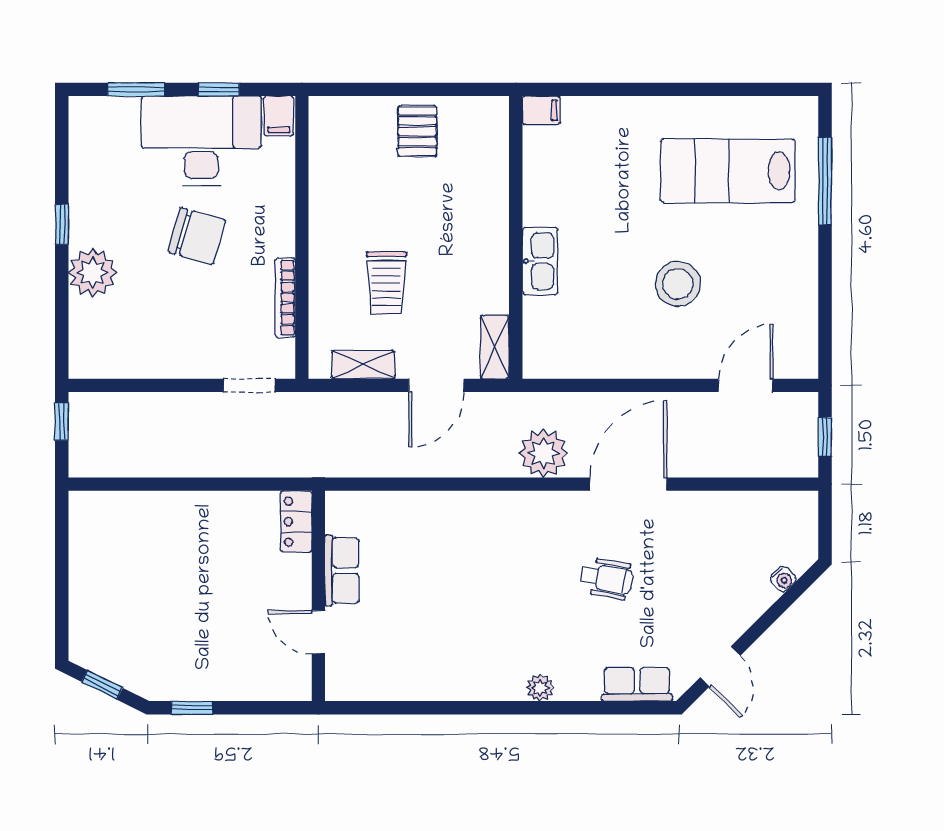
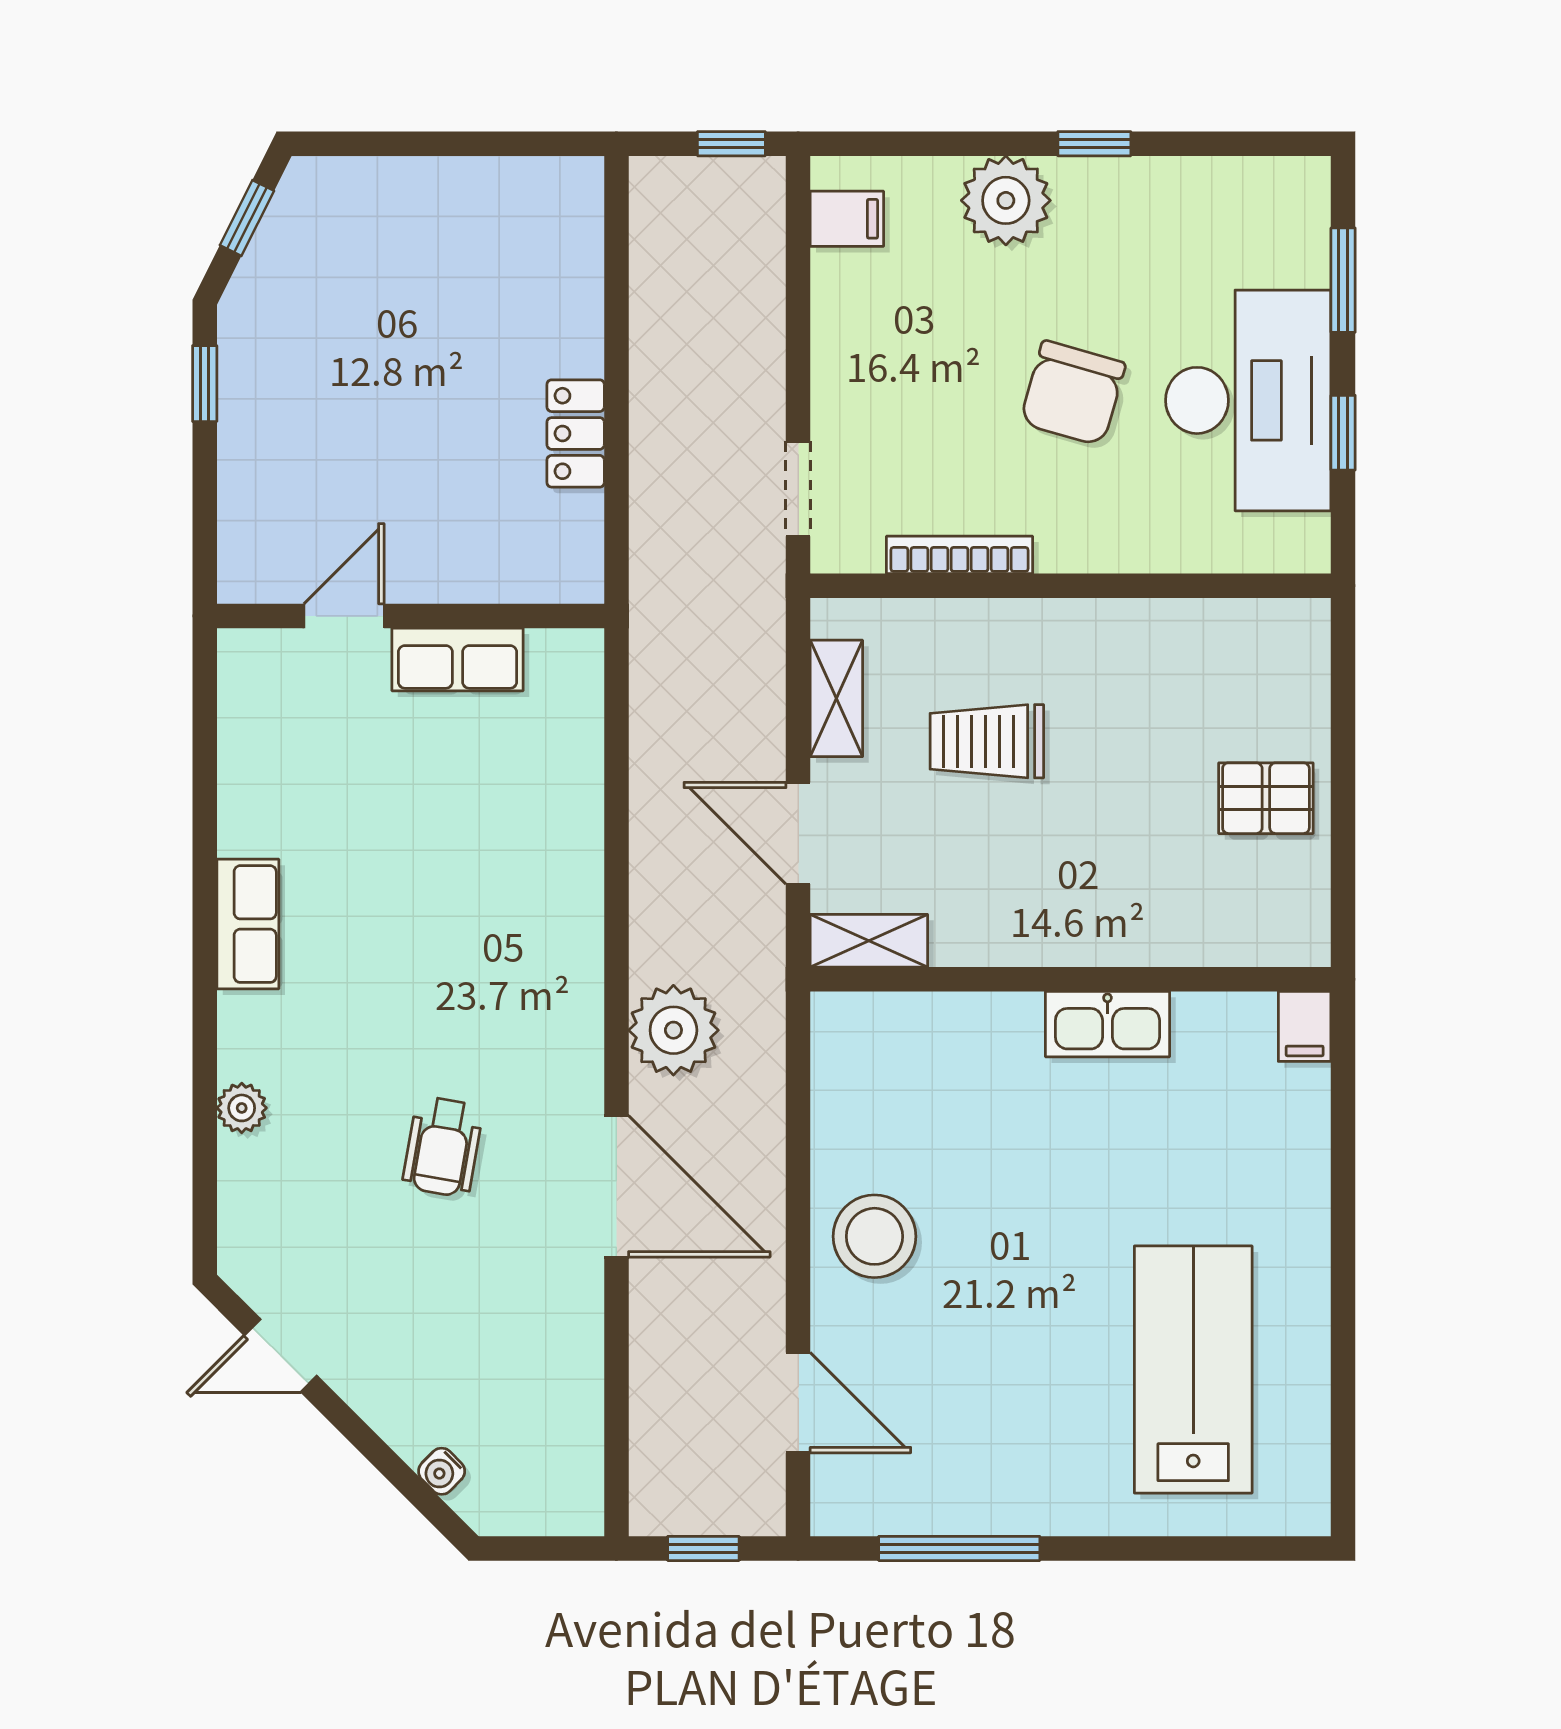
filing cabinet: (279, 116) -> (847, 219), moved, turned 180
window: (825, 181) -> (959, 1548), moved
kitchen sink: (540, 261) -> (1107, 1024), moved
stool: (678, 284) -> (874, 1236), moved
locker: (296, 522) -> (576, 433), moved, turned -90
row of seats: (637, 684) -> (248, 924), moved
plant: (540, 688) -> (242, 1108), moved

